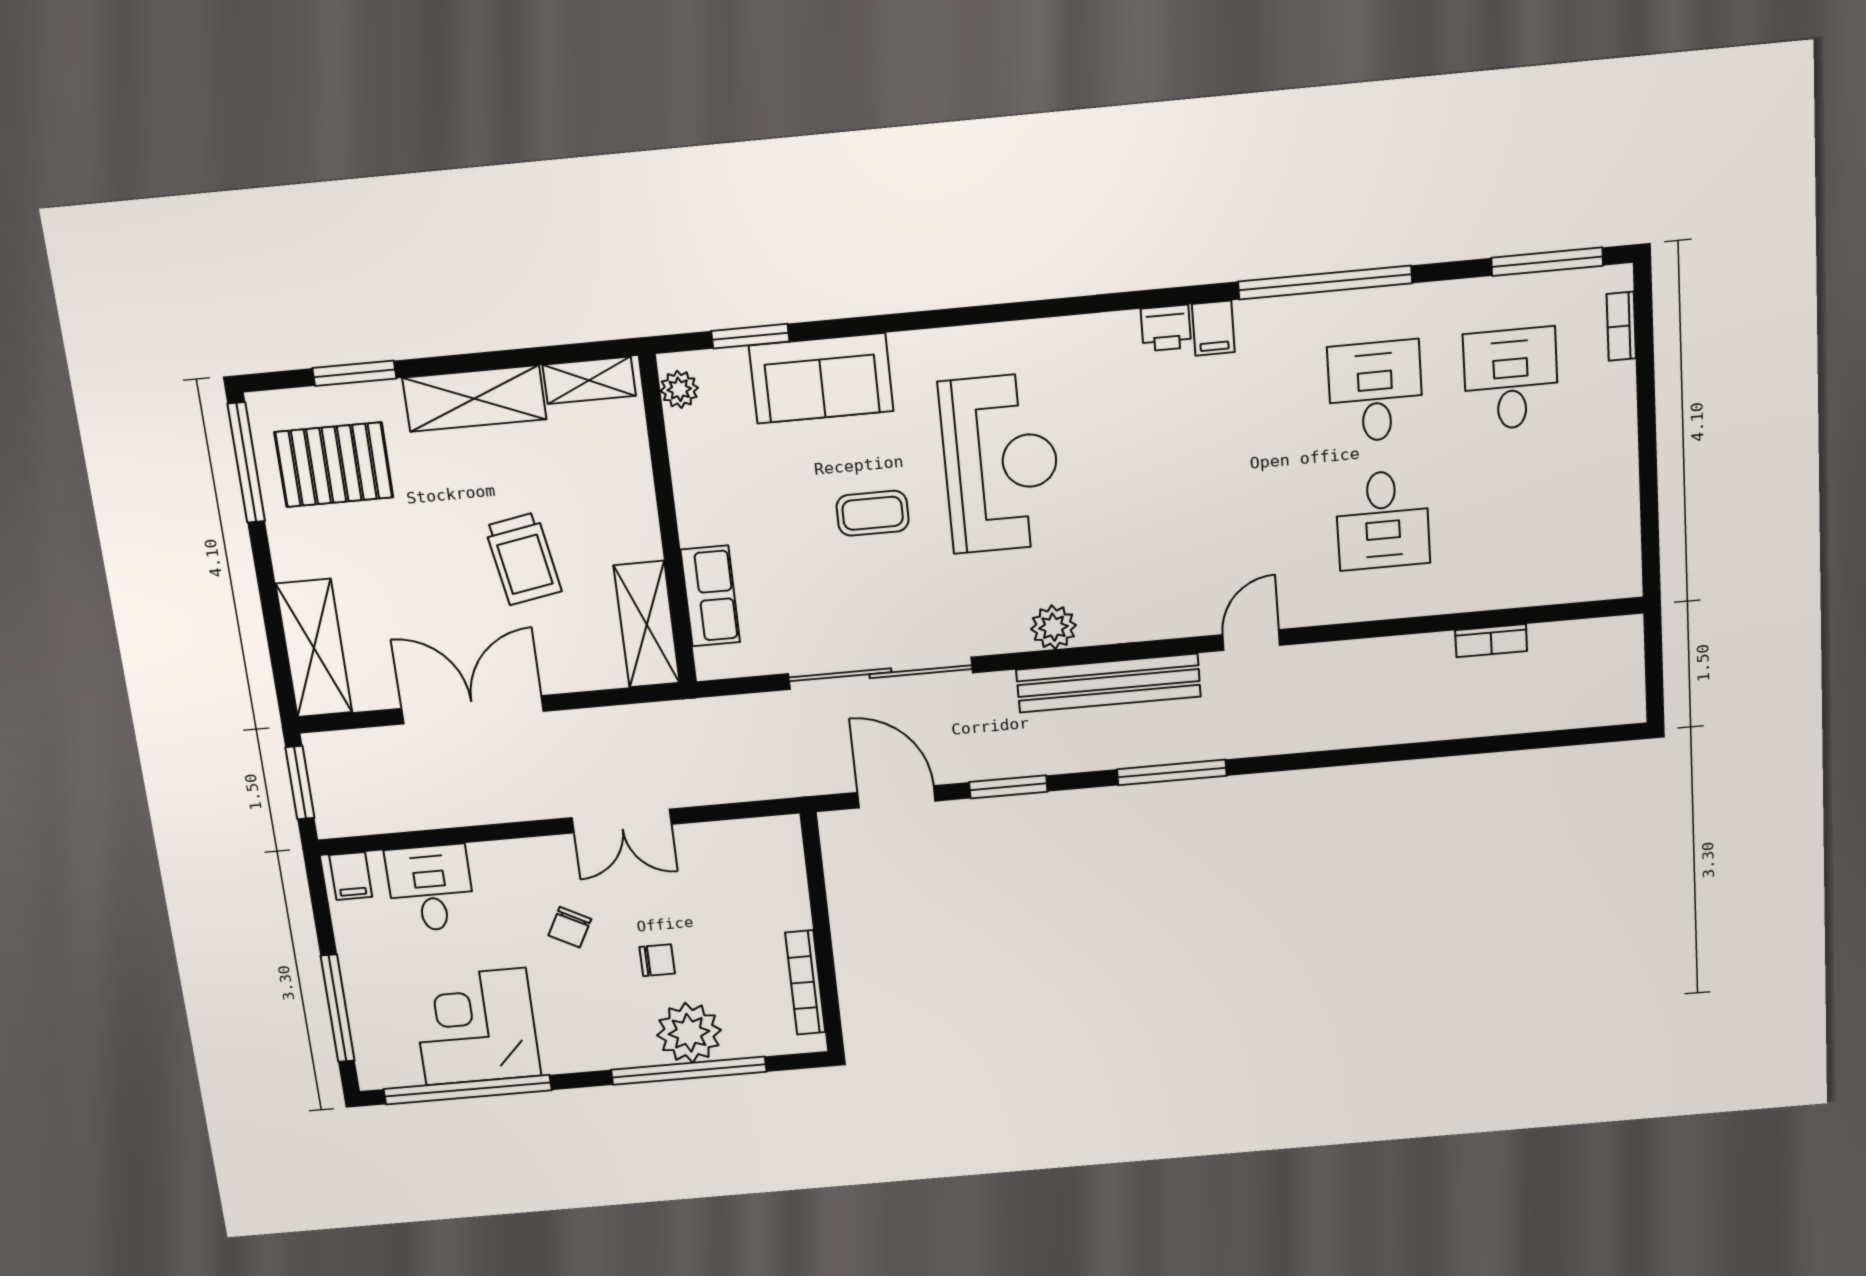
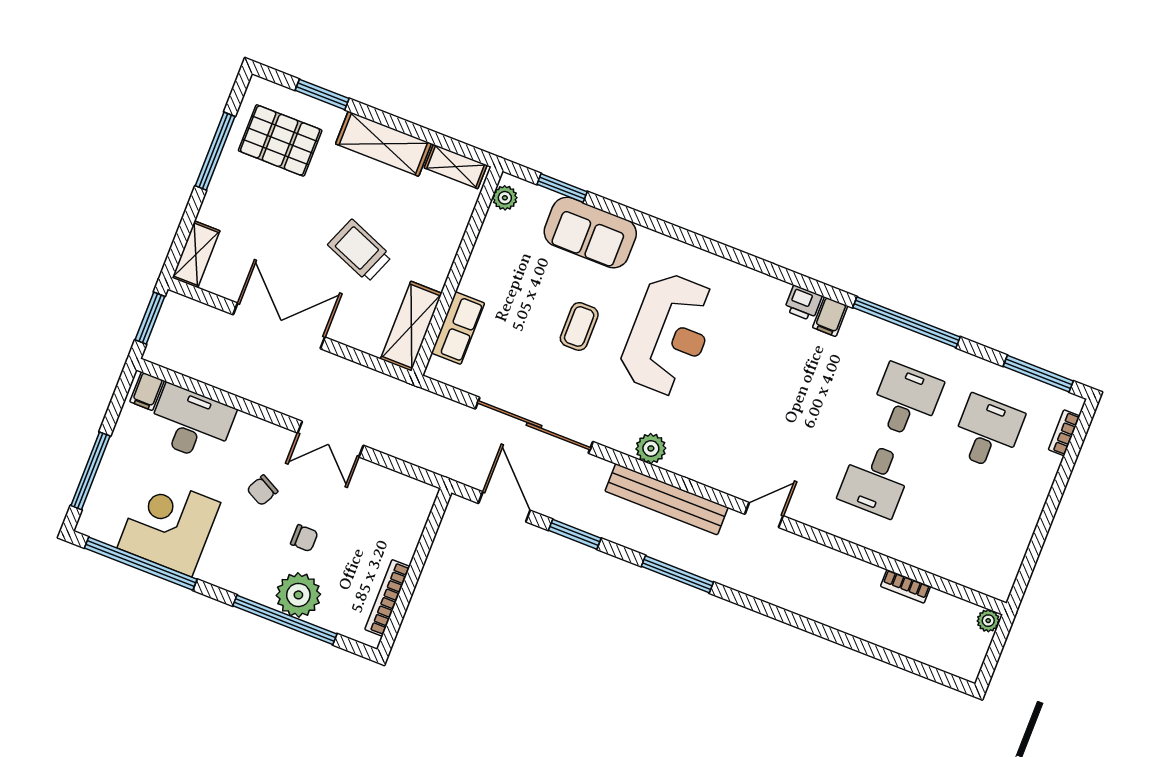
window: (246, 463) -> (215, 151), moved
coffee table: (873, 513) -> (579, 326), turned 90
trolley: (523, 559) -> (360, 251), turned 122
plant: (1627, 631) -> (988, 621), added
shelving: (314, 648) -> (196, 254), width x0.67, depth x0.75
desk: (430, 888) -> (191, 423), width x1.37

